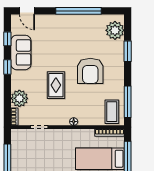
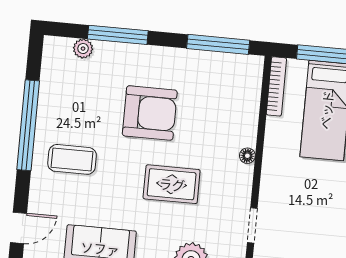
plant: (115, 30) -> (83, 49), width x0.53, depth x0.53
window: (128, 51) -> (118, 35), width x1.44
coffee table: (112, 112) -> (72, 159), moved

